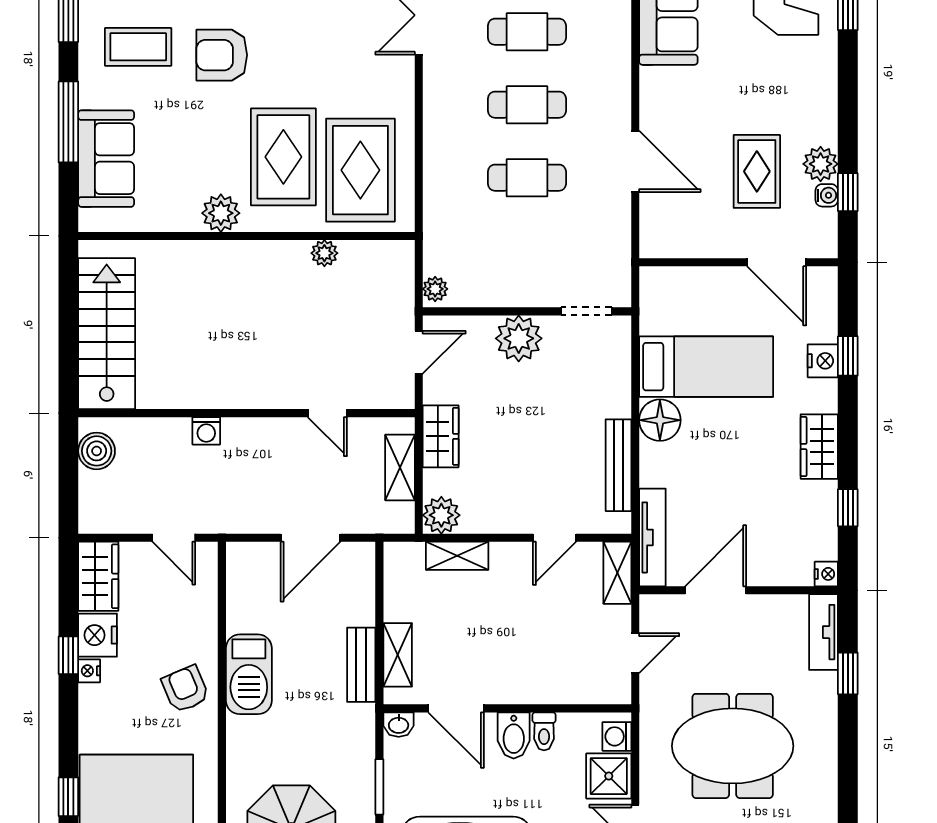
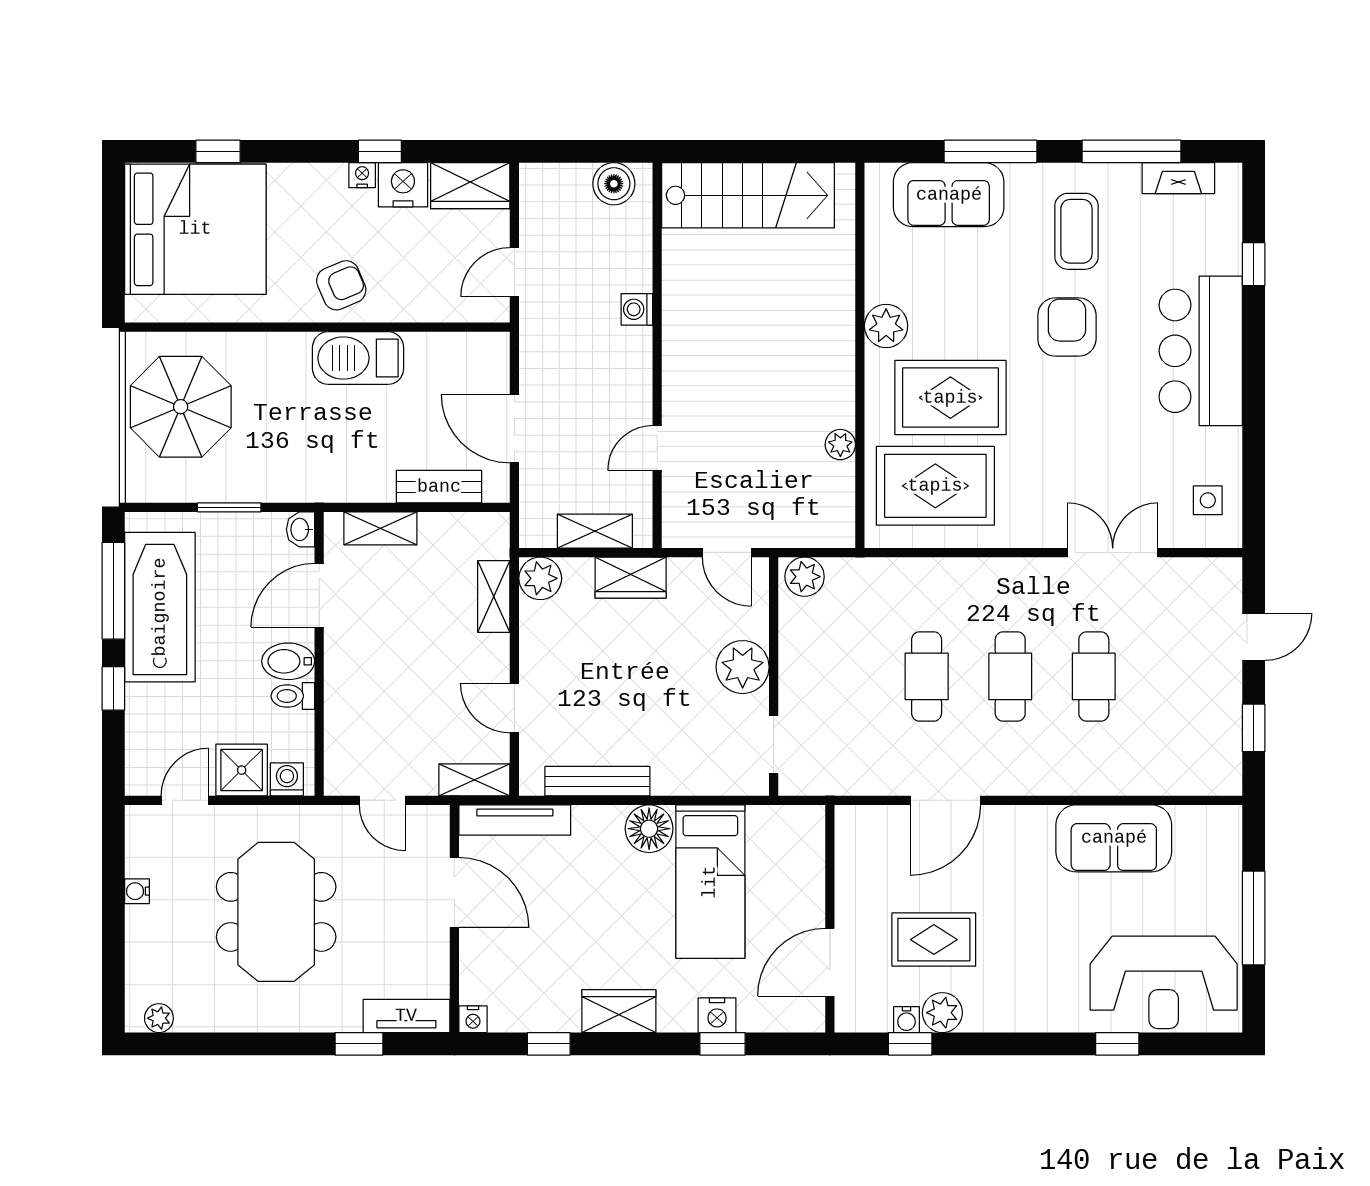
plant: (435, 289) -> (805, 577), width x1.38, depth x1.38
bench: (361, 665) -> (439, 487), moved

